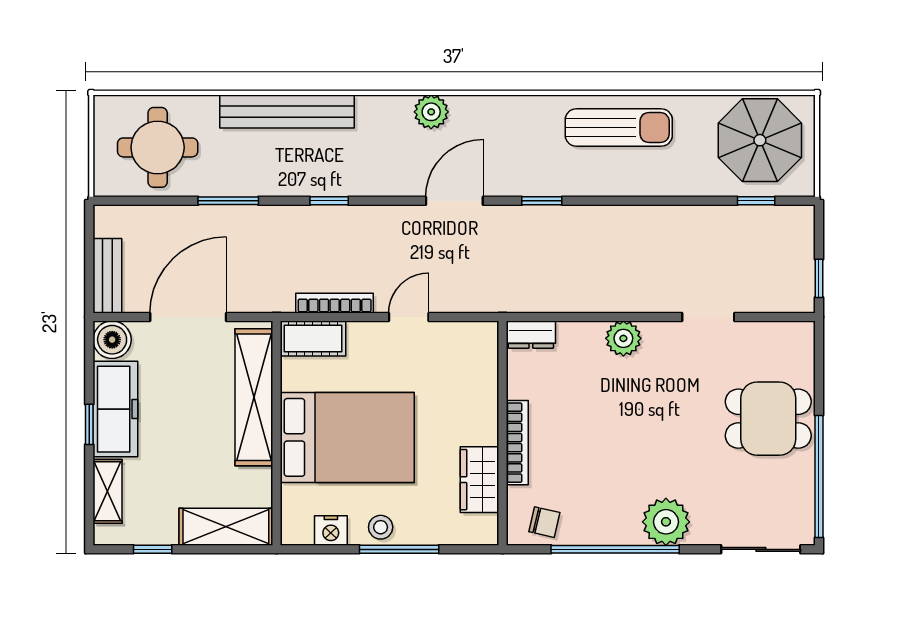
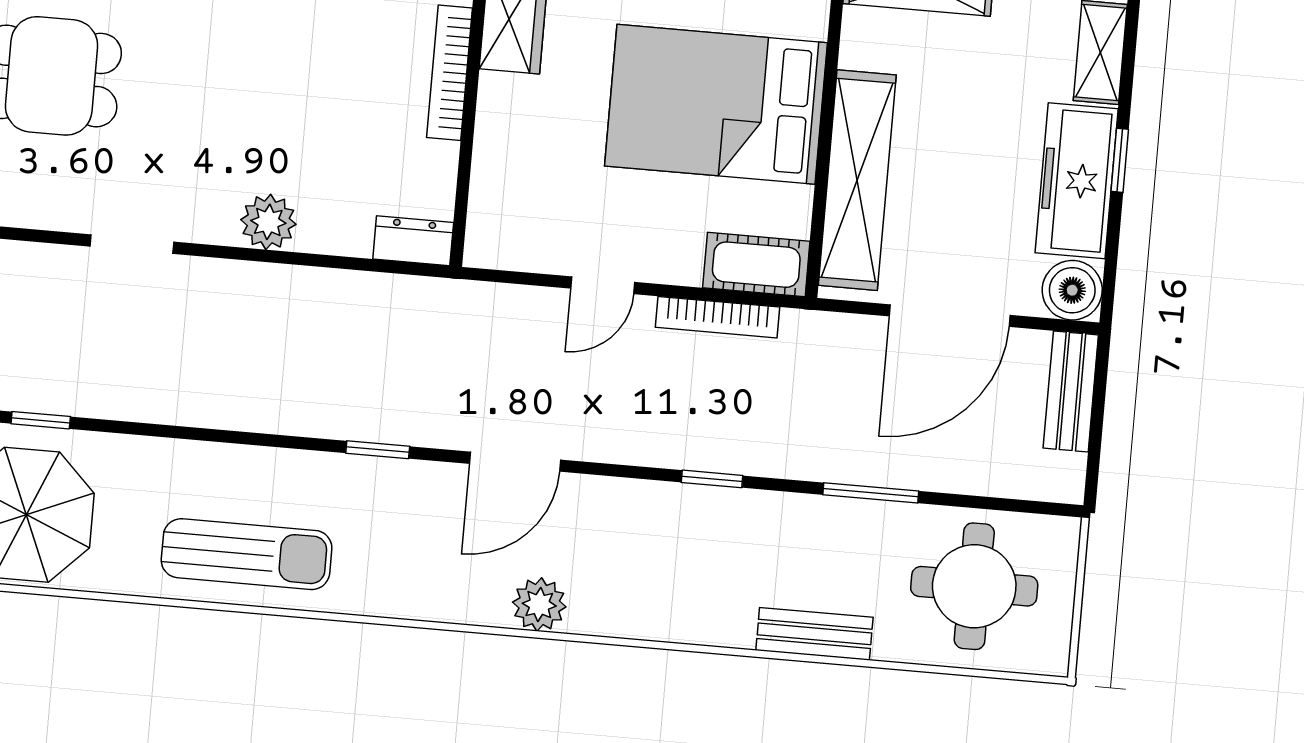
bench: (287, 111) -> (814, 634), width x0.54, depth x0.82
sun lounger: (619, 128) -> (247, 554), turned 180

